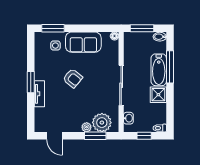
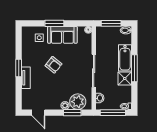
window: (53, 28) -> (54, 23), moved
window: (170, 67) -> (134, 68), moved
window: (144, 136) -> (113, 113), width x2.17

